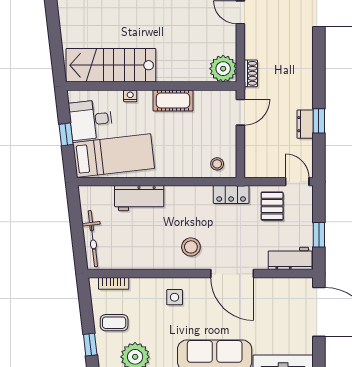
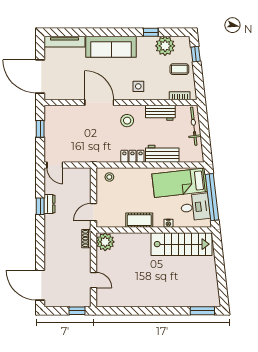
window: (66, 134) -> (212, 197), width x3.17
locker: (231, 194) -> (132, 156), moved
pallet: (272, 206) -> (72, 148), removed
workbench: (290, 258) -> (160, 113), moved

